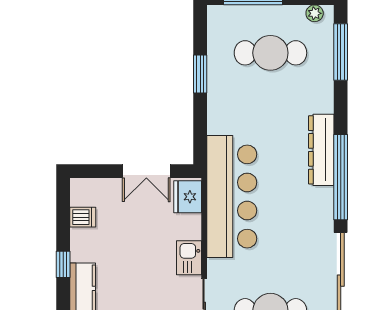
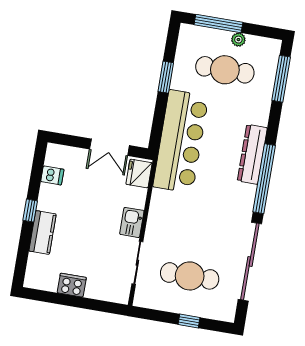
plant: (315, 13) -> (238, 40), moved
bar counter: (232, 197) -> (181, 141), moved

